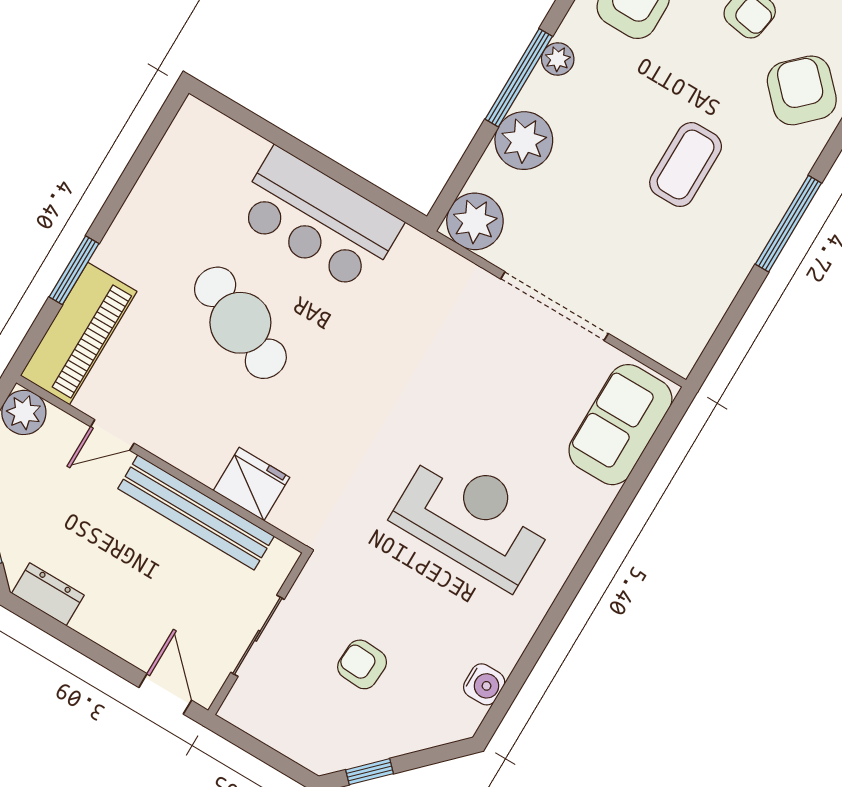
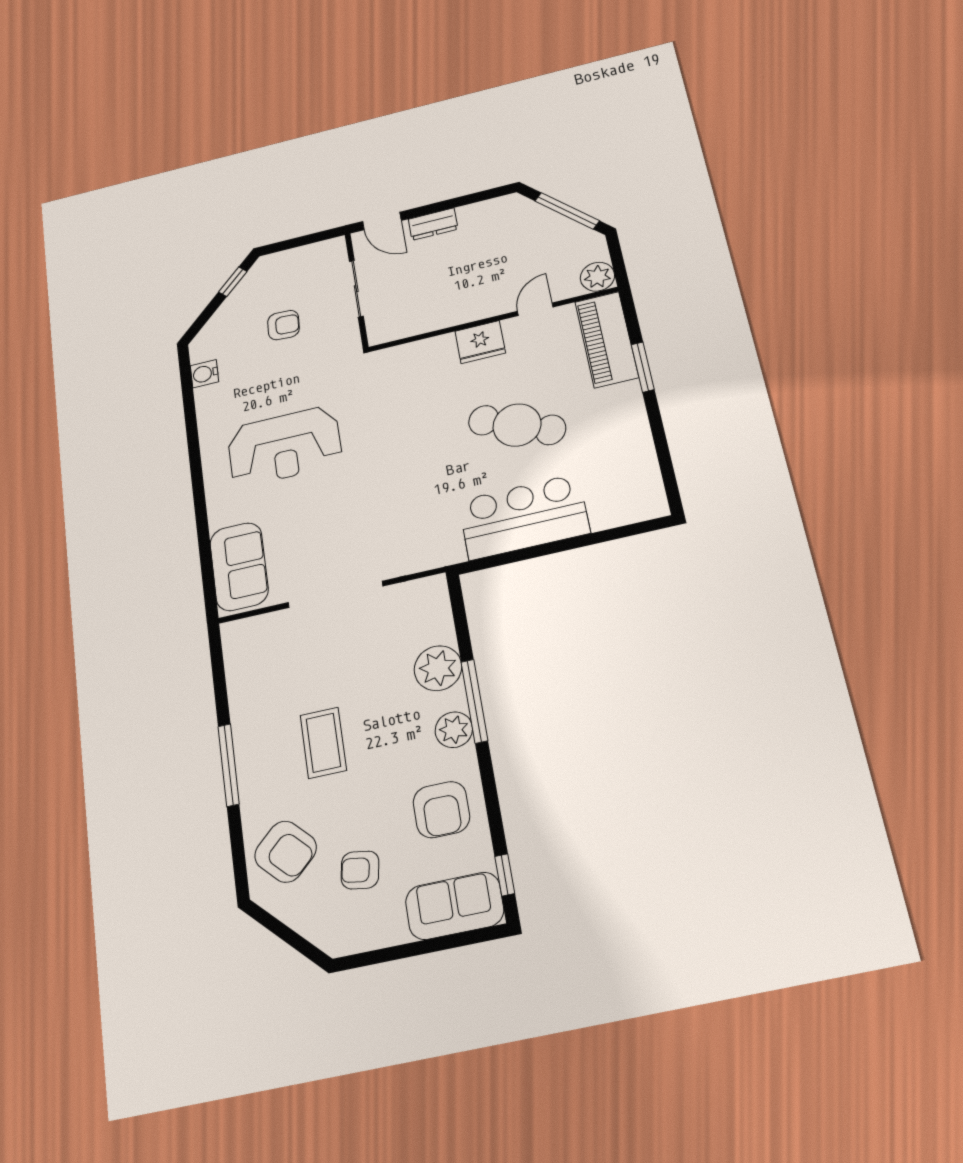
plant: (558, 59) -> (454, 730), width x1.38, depth x1.38
plant: (475, 221) -> (427, 598), removed
fridge: (252, 484) -> (480, 342), moved
bench: (196, 512) -> (449, 314), removed
dresser: (48, 594) -> (433, 224), moved

